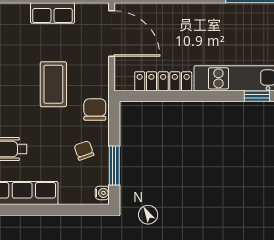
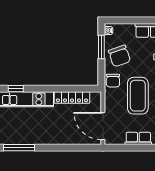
coffee table: (53, 84) -> (138, 96), width x1.36, depth x1.32
chair: (84, 150) -> (119, 56), width x1.87, depth x1.87

